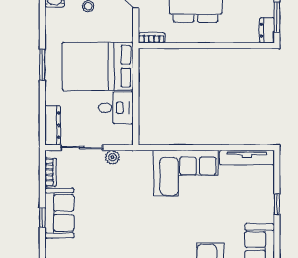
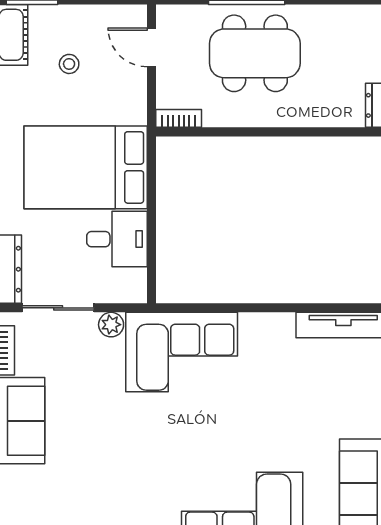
corner sofa: (186, 173) -> (182, 352), moved

